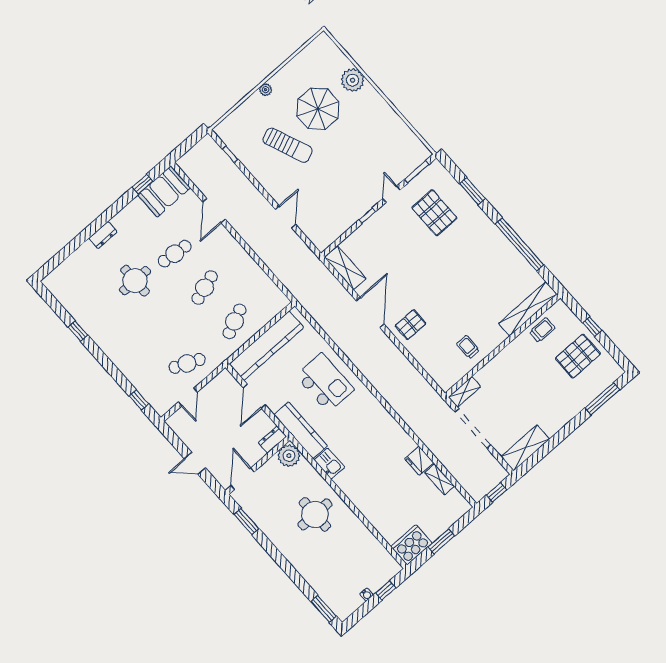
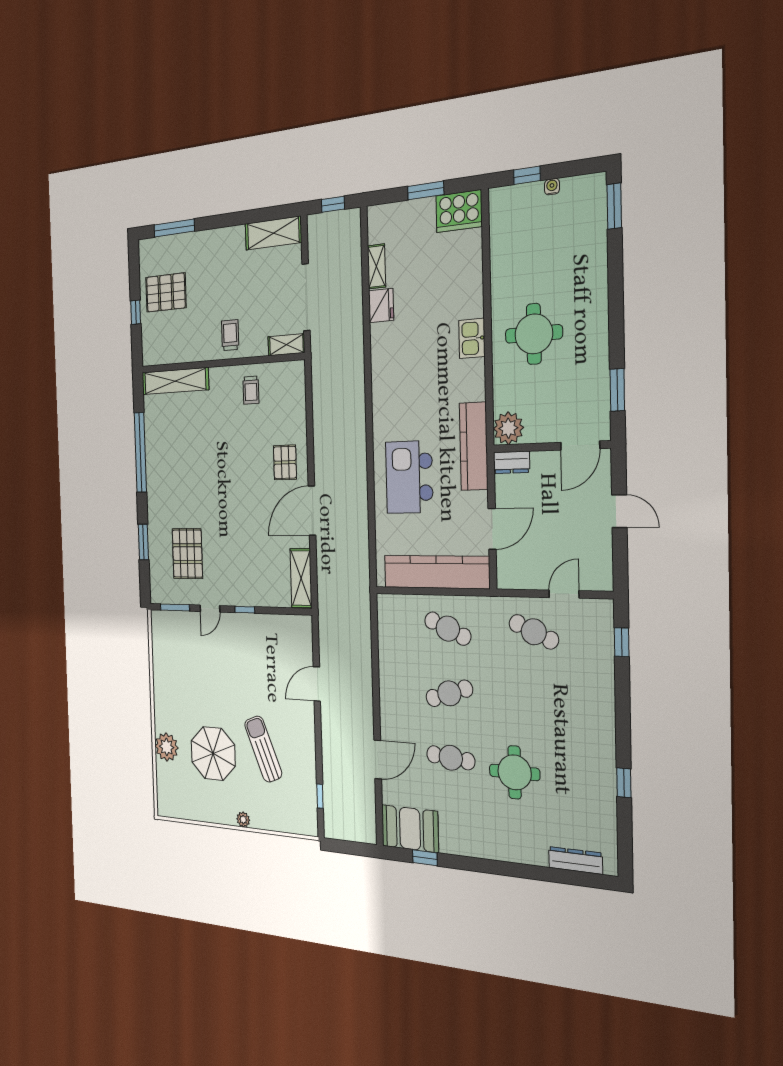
dresser: (103, 235) -> (576, 860), moved, width x1.44
cafe table: (235, 321) -> (448, 629), turned 48
pallet: (411, 325) -> (285, 462), turned 90
trolley: (542, 330) -> (230, 335), moved, turned 90
kitchen sink: (329, 463) -> (472, 338), moved

